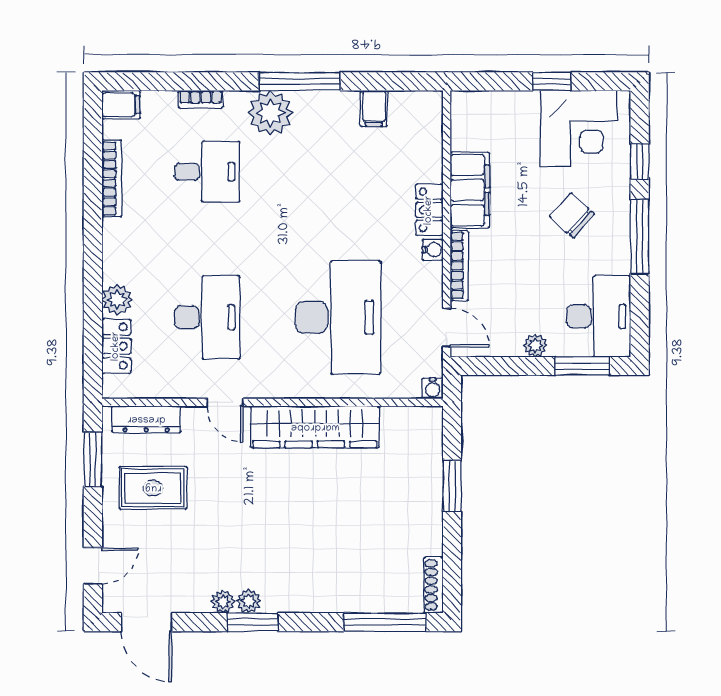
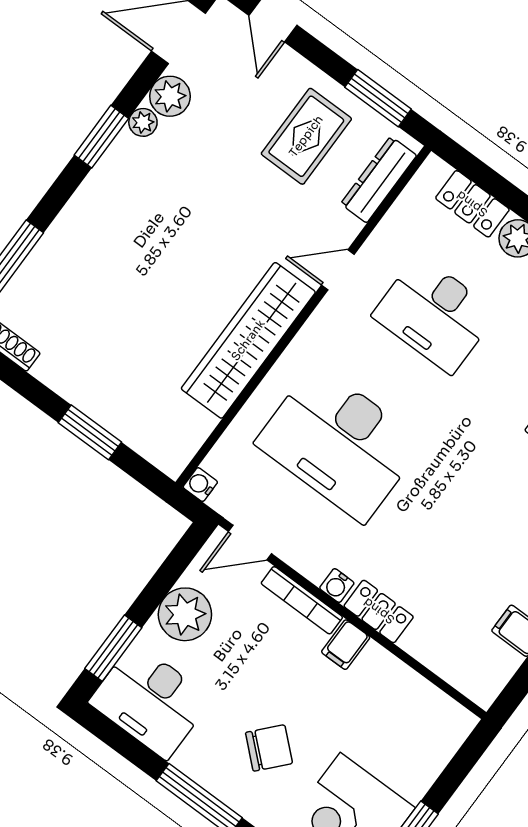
filing cabinet: (470, 190) -> (346, 645), width x0.33, depth x0.86
plant: (535, 346) -> (185, 614), width x1.87, depth x1.87
plant: (249, 601) -> (170, 96), moved, width x1.38, depth x1.38

